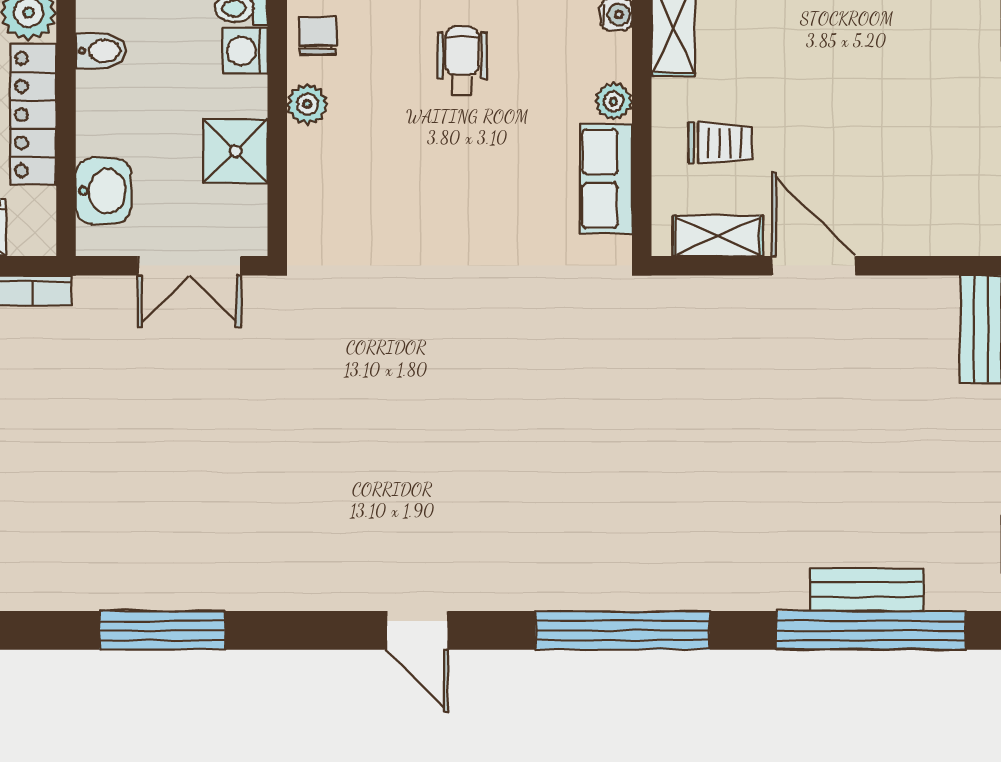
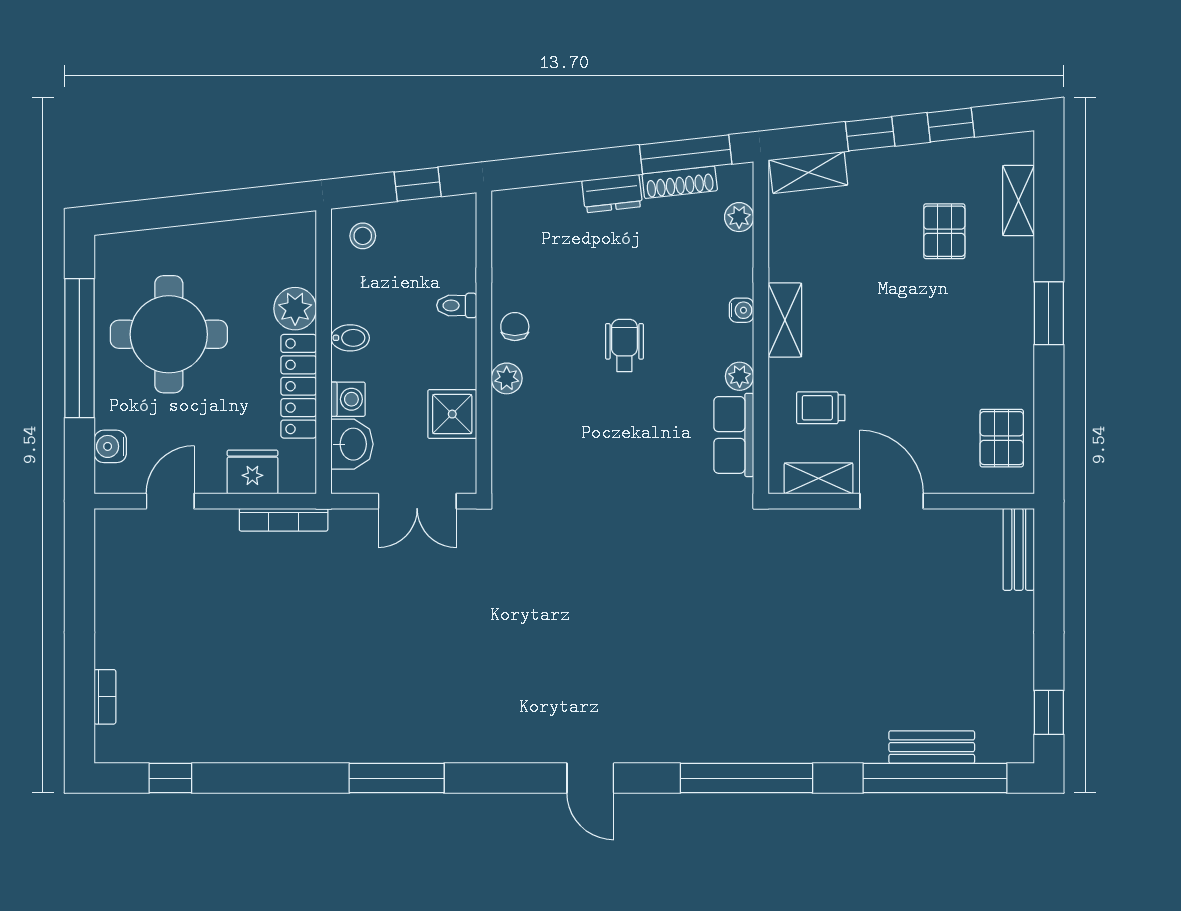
washing machine: (245, 51) -> (348, 399), moved, turned 180
trolley: (720, 143) -> (821, 408), turned 180
pallet: (959, 183) -> (1002, 438), added

